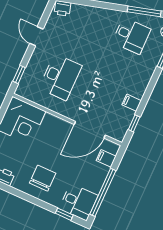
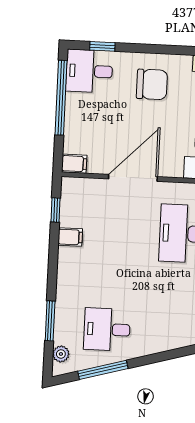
door: (90, 130) -> (133, 178), moved
filing cabinet: (106, 158) -> (74, 164), moved
chair: (43, 178) -> (152, 84), turned -90

